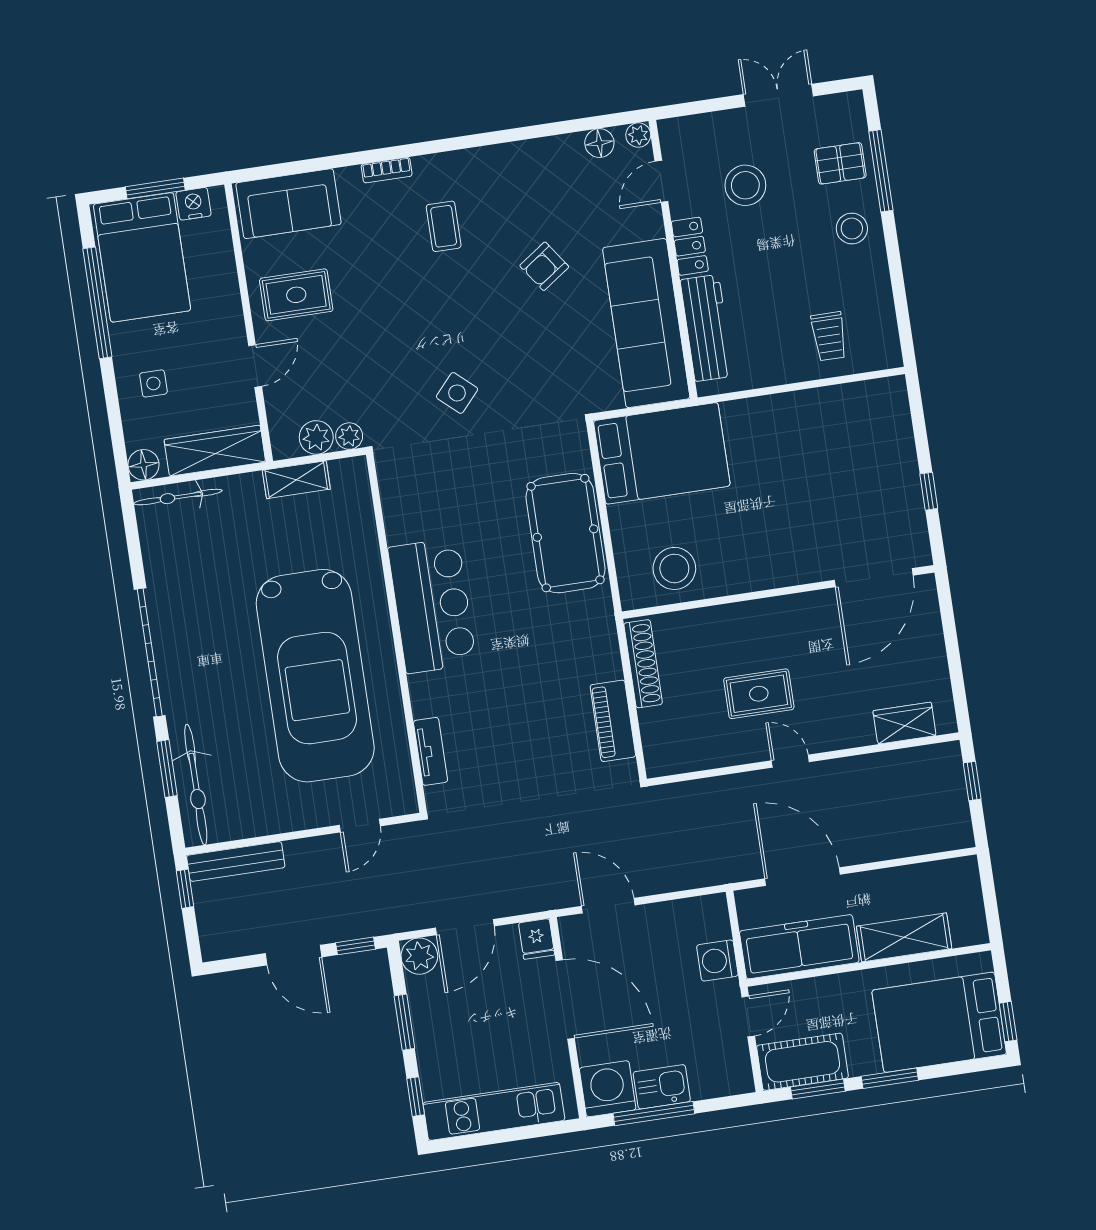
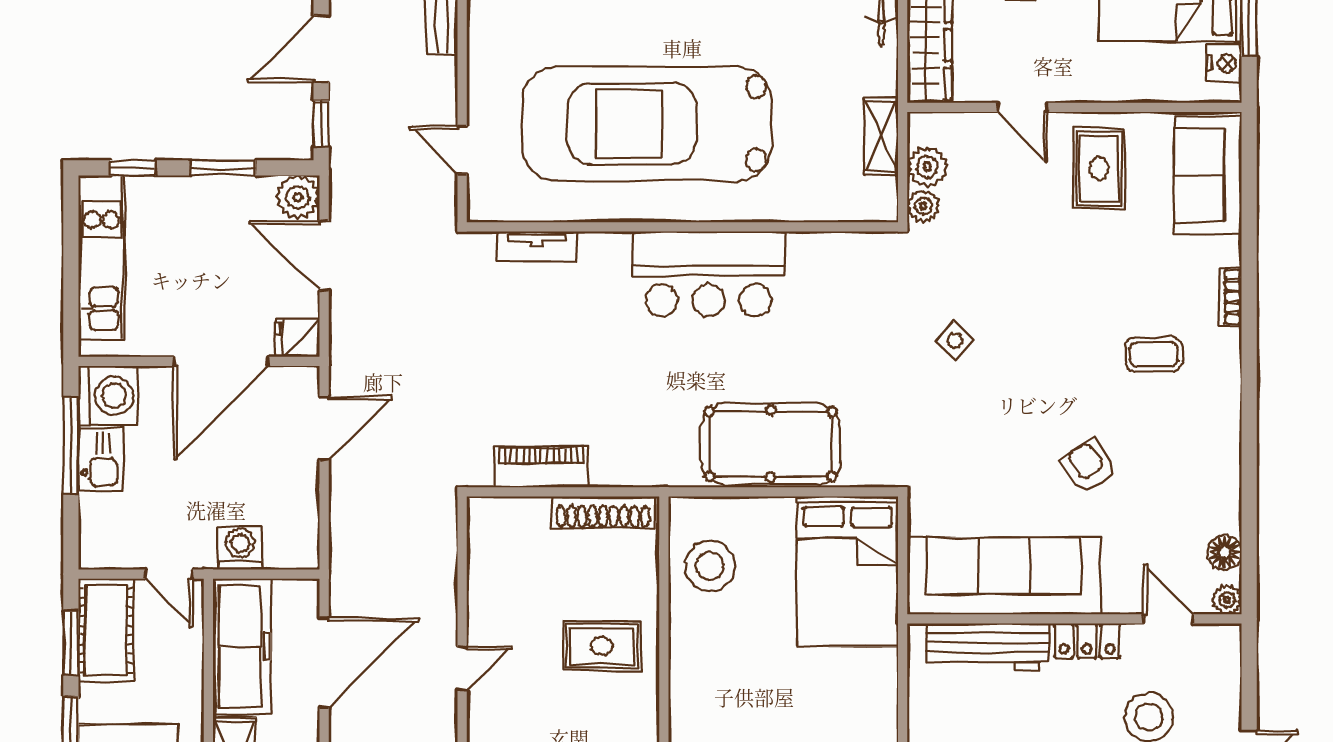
side table: (457, 393) -> (955, 341), width x0.73, depth x0.73
rug: (759, 694) -> (602, 646), moved, turned 90

